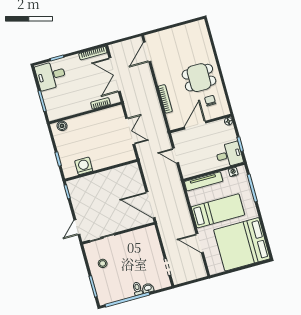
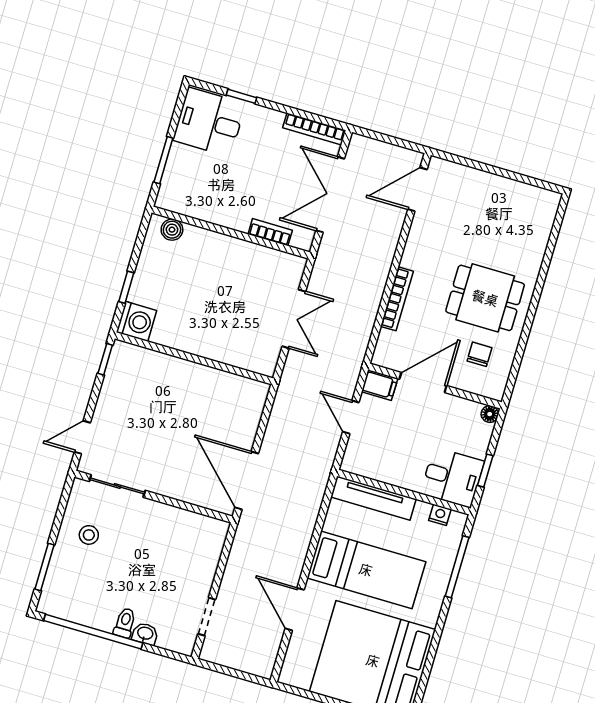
filing cabinet: (179, 136) -> (380, 385), added
washing machine: (84, 166) -> (136, 321), moved, turned 90

